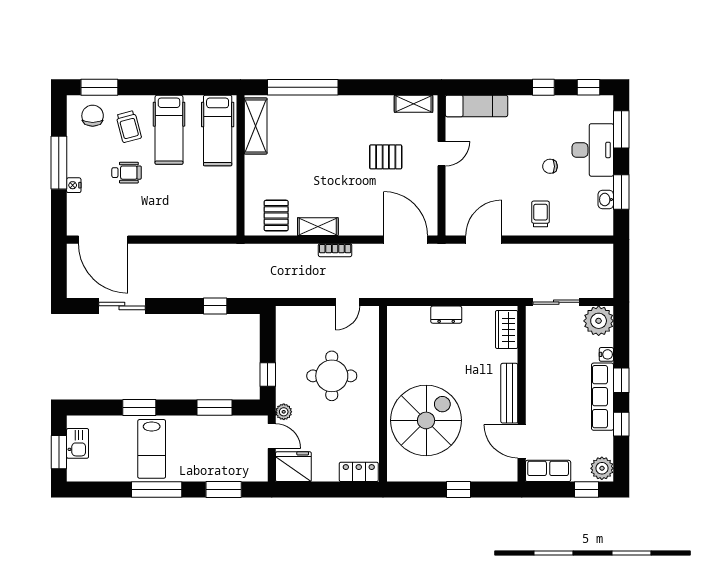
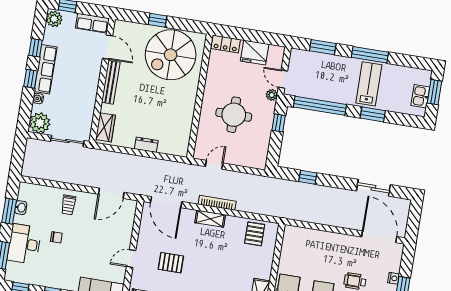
shelving: (318, 227) -> (210, 219), moved
bookcase: (335, 250) -> (217, 203), width x1.56
window: (214, 408) -> (320, 106), width x2.11
spiral stairs: (426, 420) -> (171, 55), moved
fridge: (293, 467) -> (255, 53), moved

